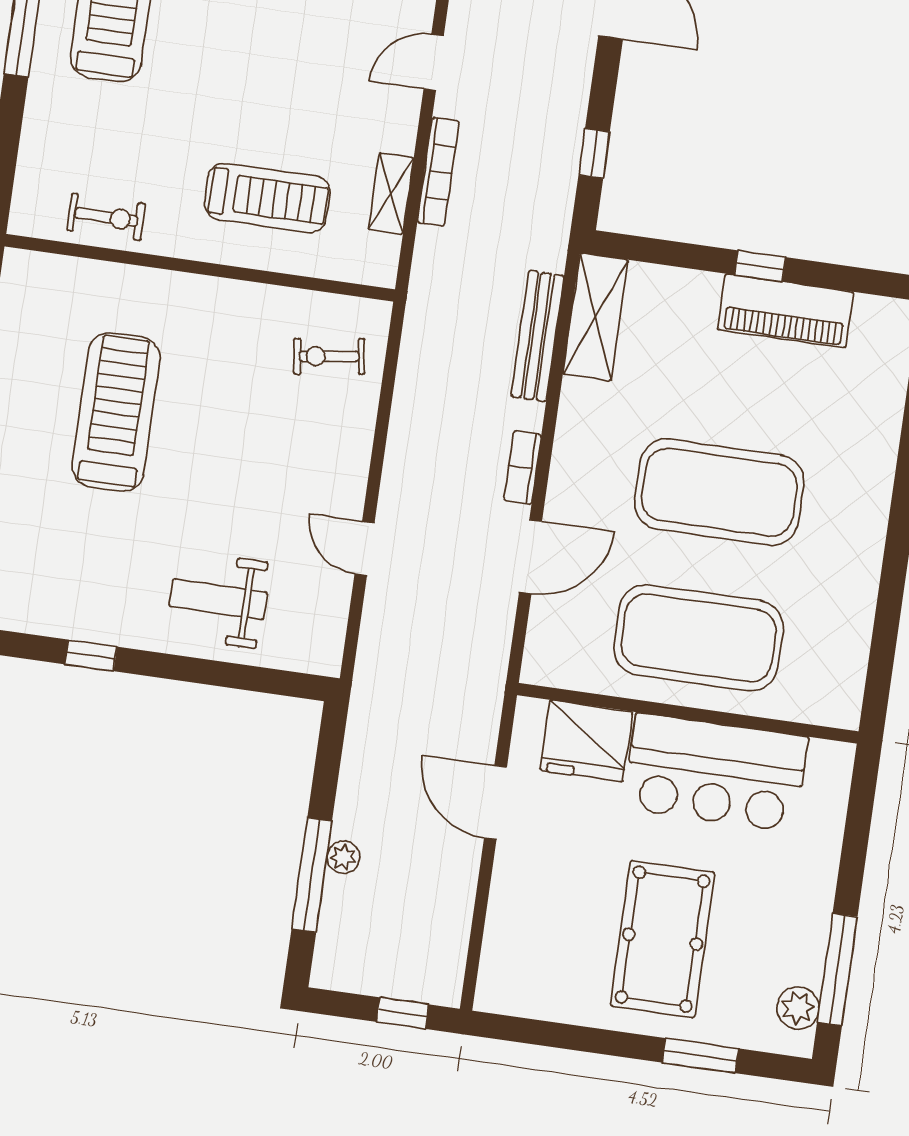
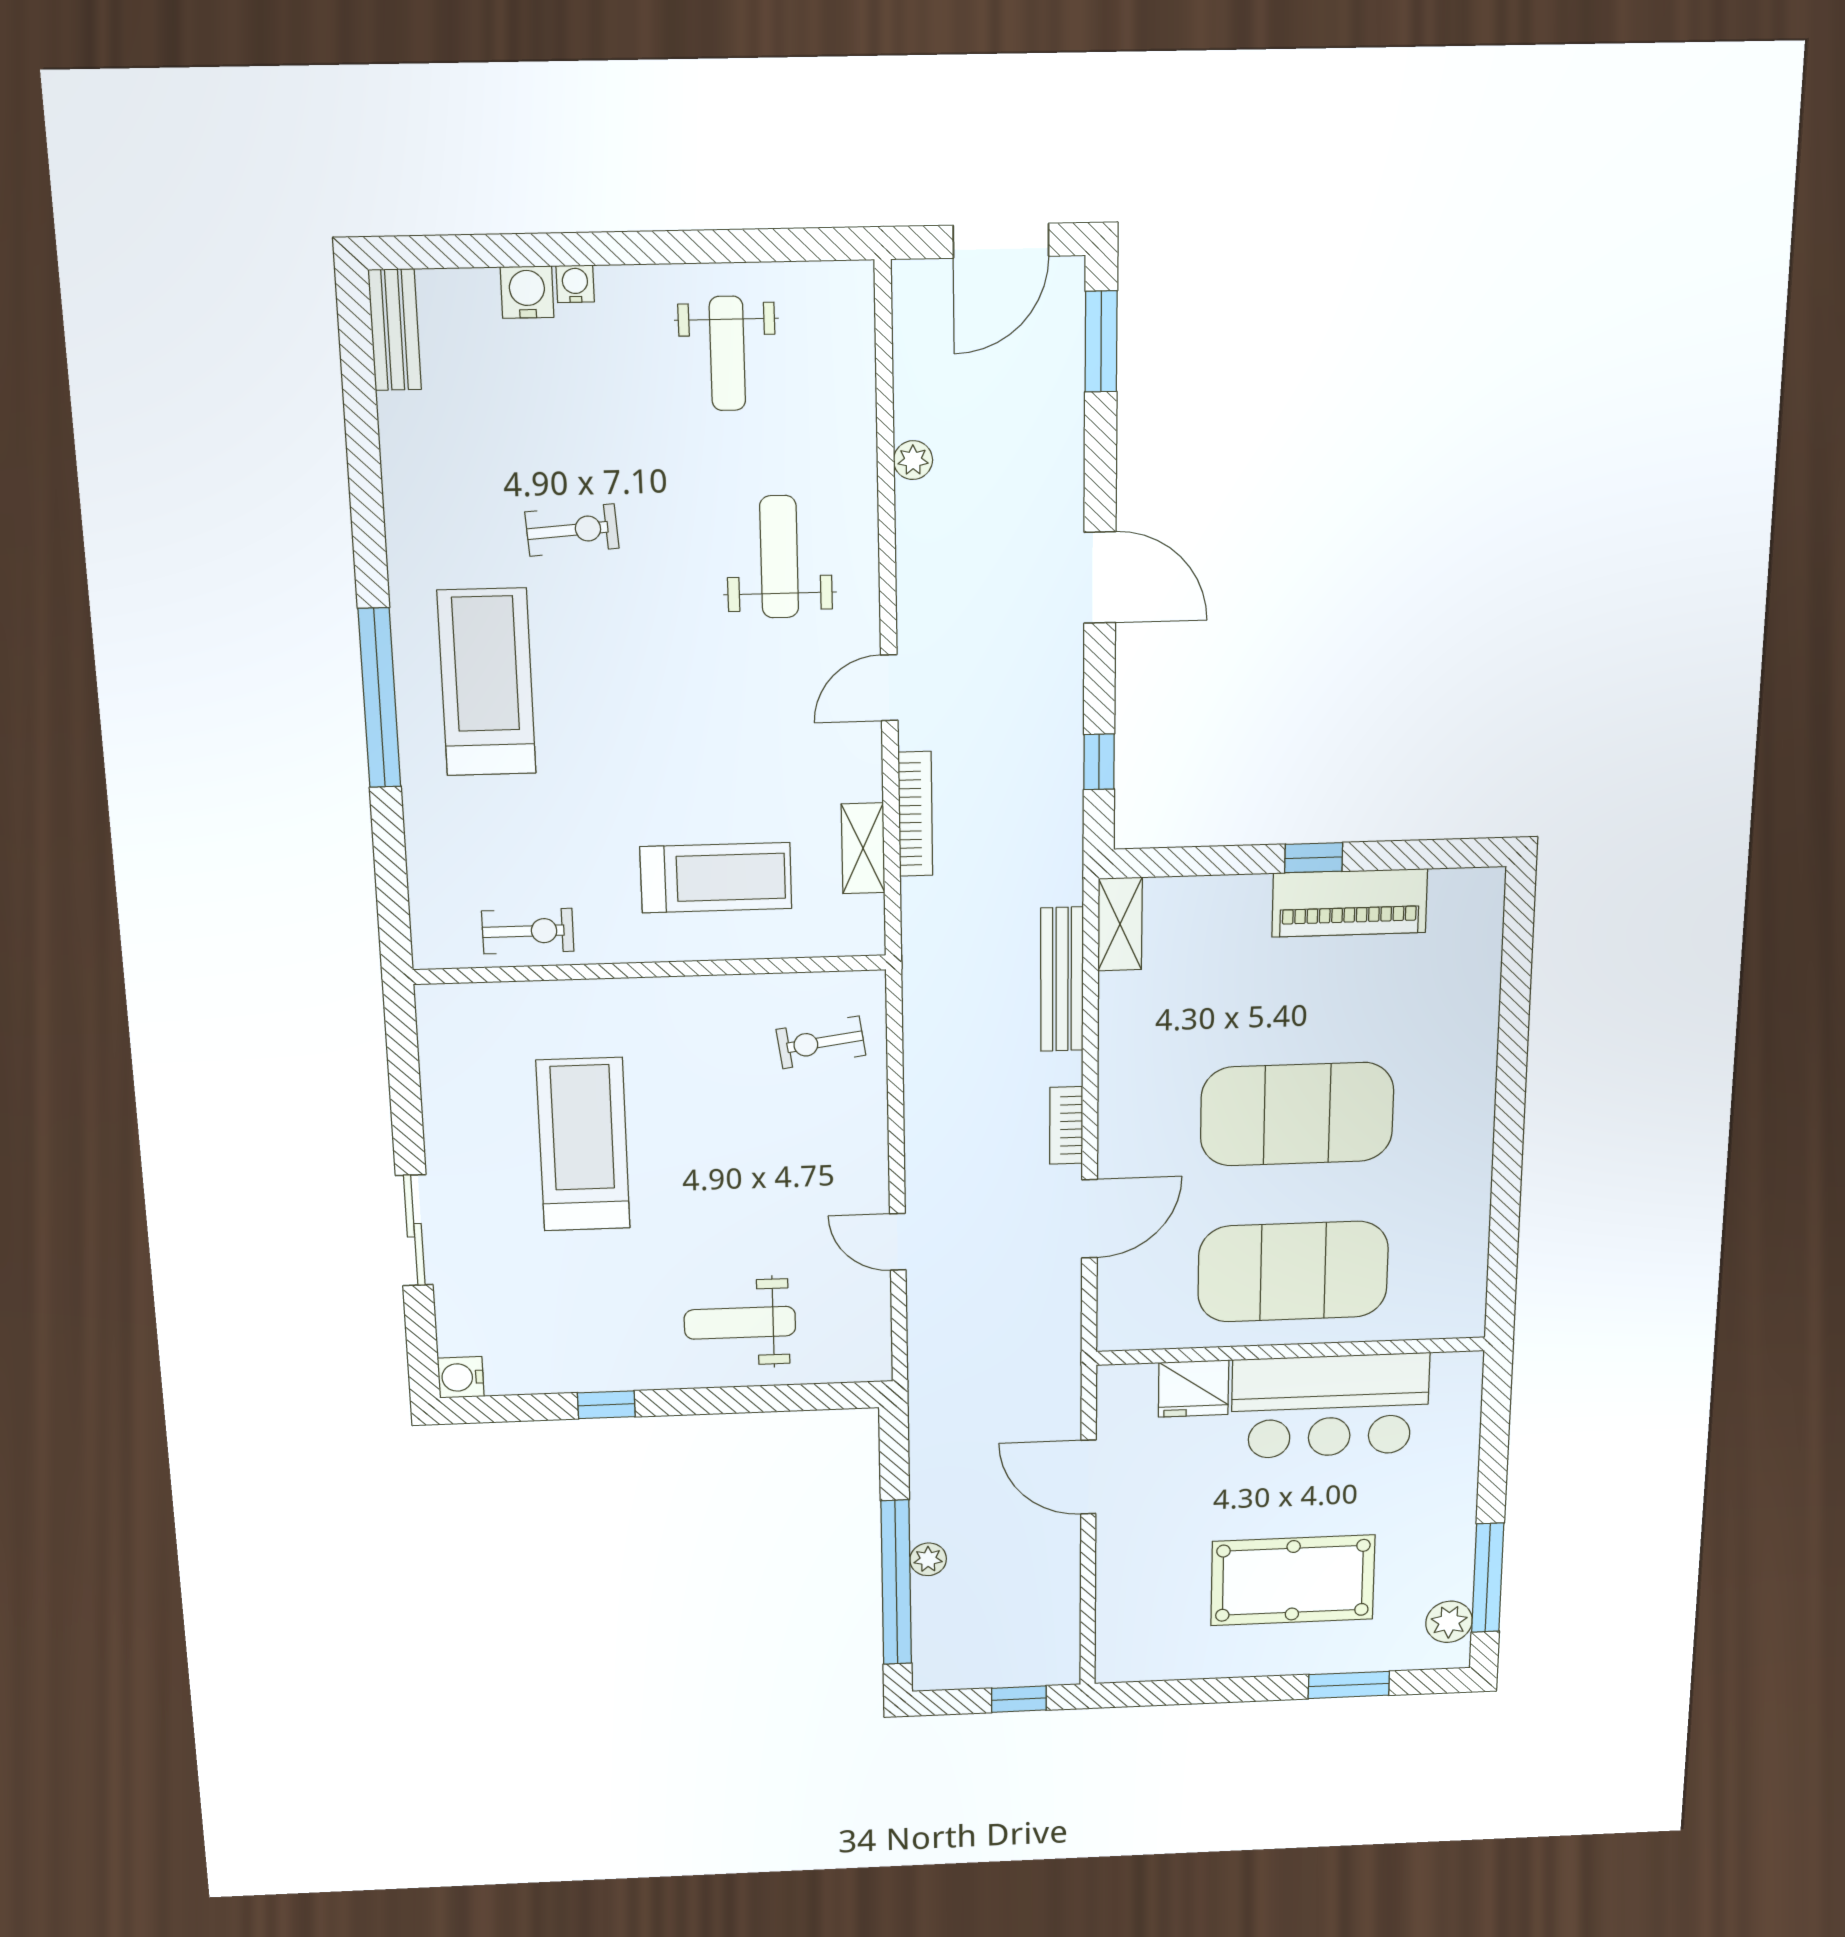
shelving: (596, 317) -> (1120, 924), width x0.67, depth x0.75
fridge: (586, 741) -> (1193, 1389), width x0.73, depth x0.75
window: (312, 875) -> (896, 1583), width x1.46
pool table: (663, 939) -> (1293, 1580), turned 90

